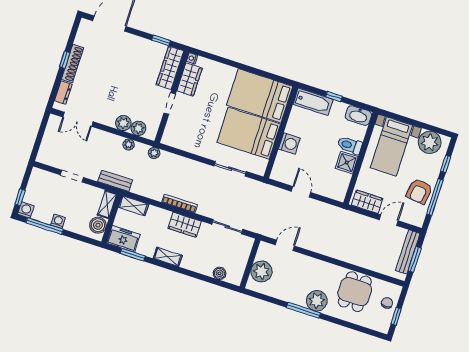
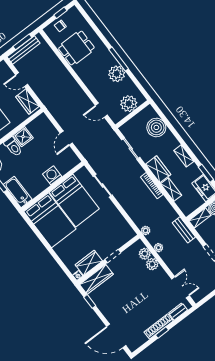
shelving: (133, 206) -> (171, 189), moved
boiler: (220, 273) -> (156, 127), width x1.86, depth x1.86
plant: (317, 301) -> (117, 74), moved

